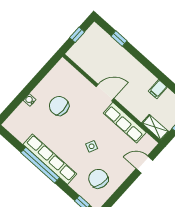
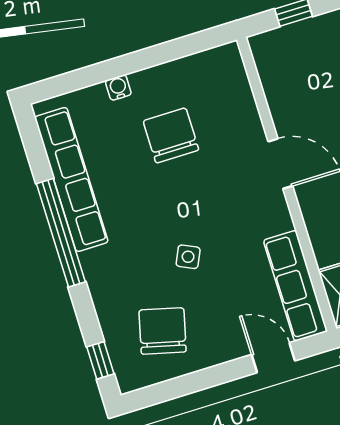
row of seats: (125, 123) -> (295, 286), moved
row of seats: (50, 159) -> (71, 179), moved

